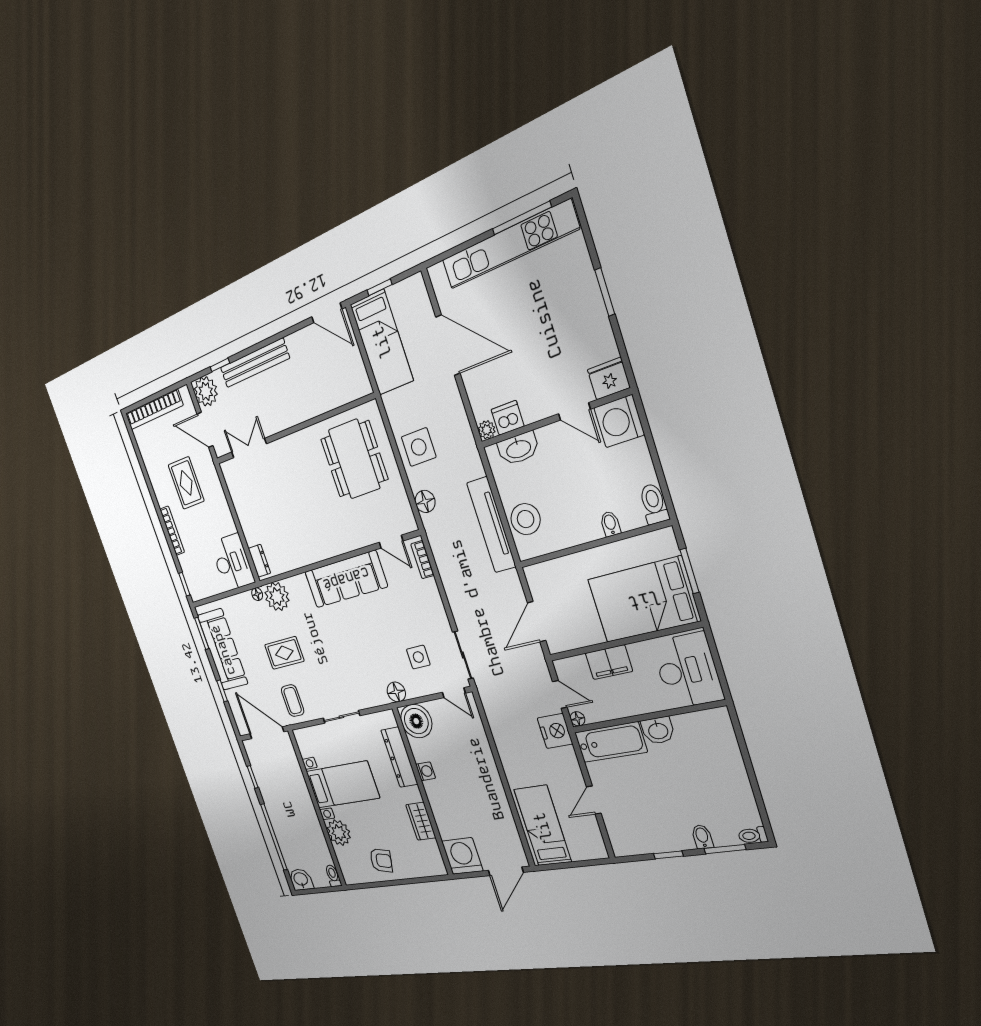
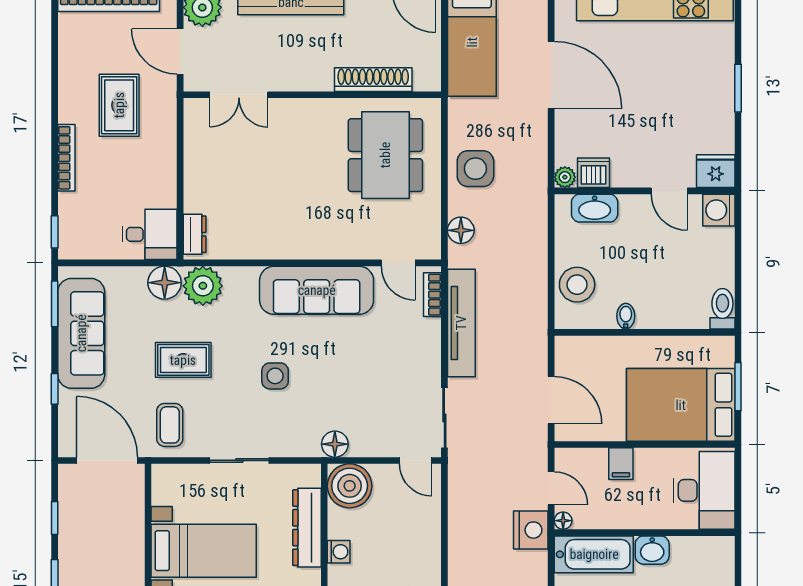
shoe rack: (326, 402) -> (373, 80), added
washing machine: (619, 421) -> (719, 210), width x0.73, depth x0.73
double door: (249, 448) -> (239, 95), swing flipped
bidet: (610, 524) -> (626, 316), moved
tv unit: (491, 525) -> (461, 323), moved, turned 180
desk: (232, 562) -> (150, 234), width x0.73
floor lamp: (257, 594) -> (165, 283), width x1.89, depth x1.89
door: (537, 622) -> (551, 400), swing flipped
side table: (418, 657) -> (275, 376), moved
filing cabinet: (609, 662) -> (621, 464), width x0.50

